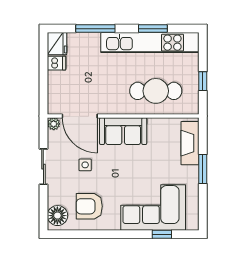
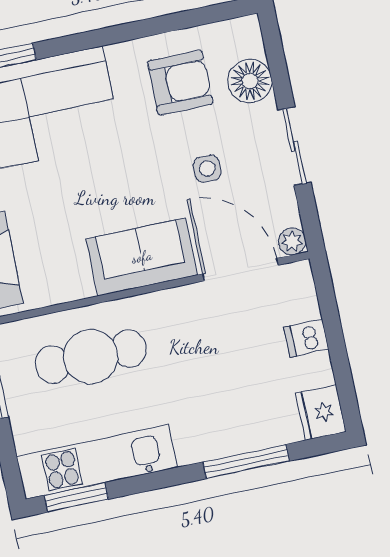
window: (153, 29) -> (76, 497), moved
kitchen unit: (150, 43) -> (97, 462), width x0.73
dishwasher: (56, 63) -> (306, 338), moved
floor lamp: (57, 216) -> (250, 81), moved

